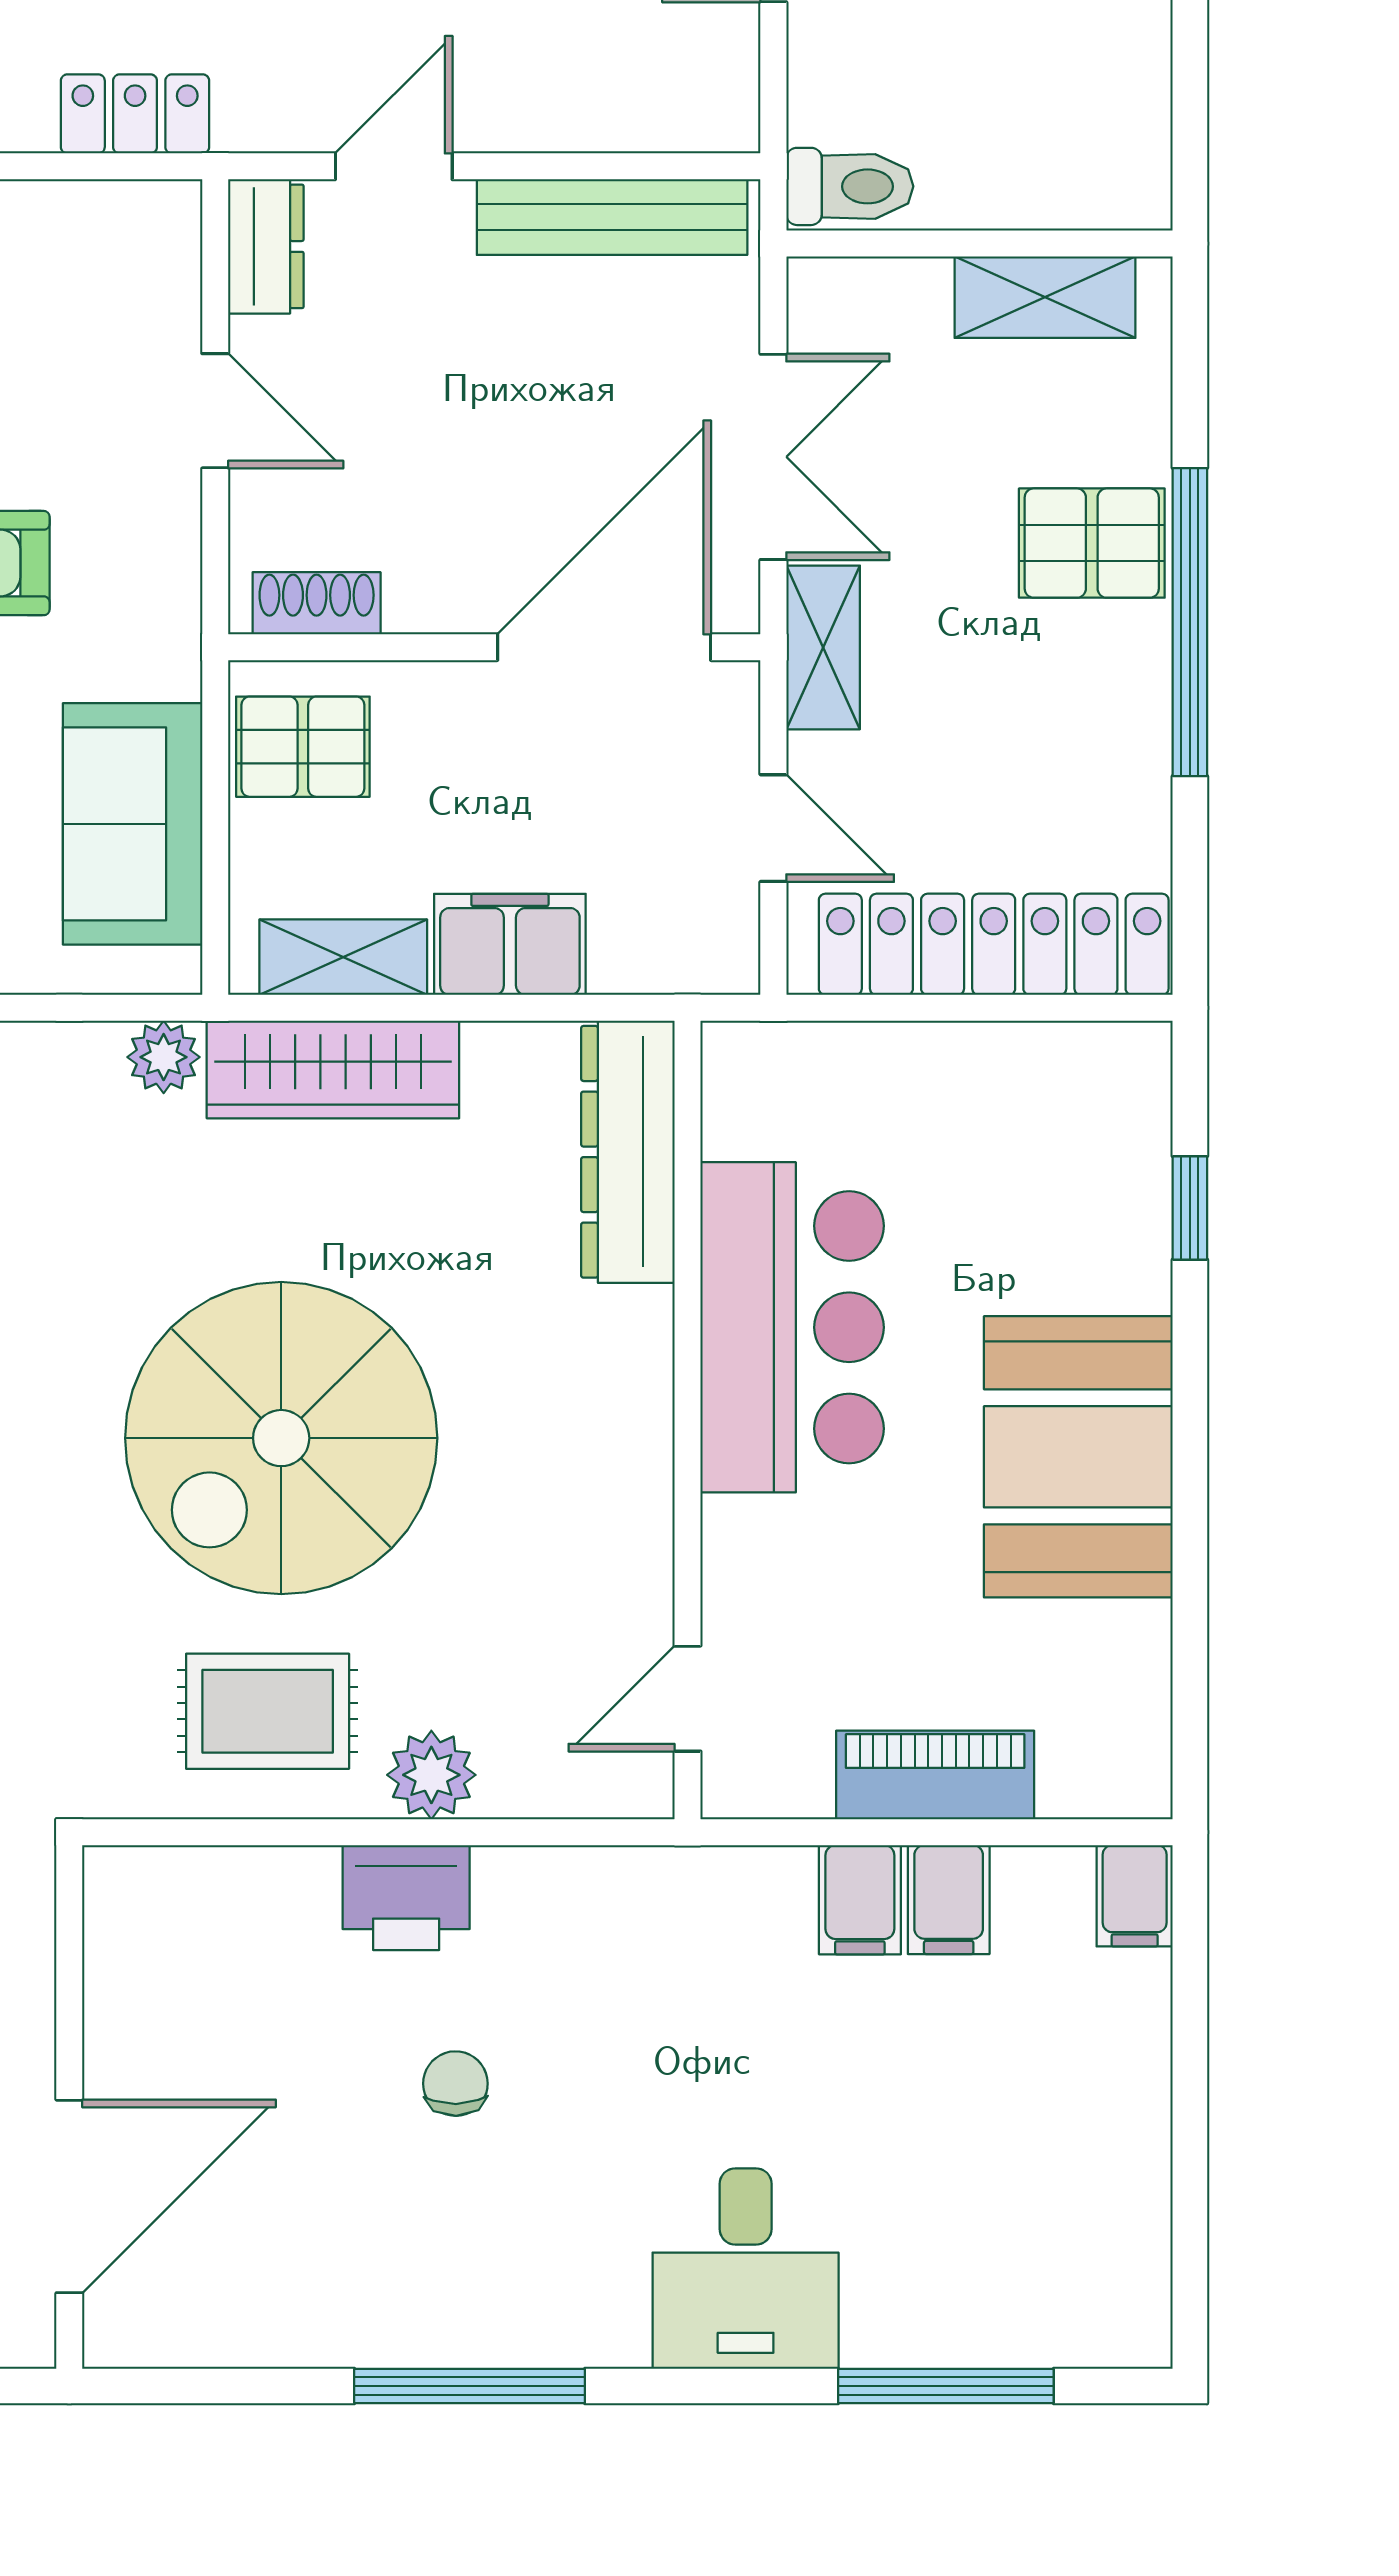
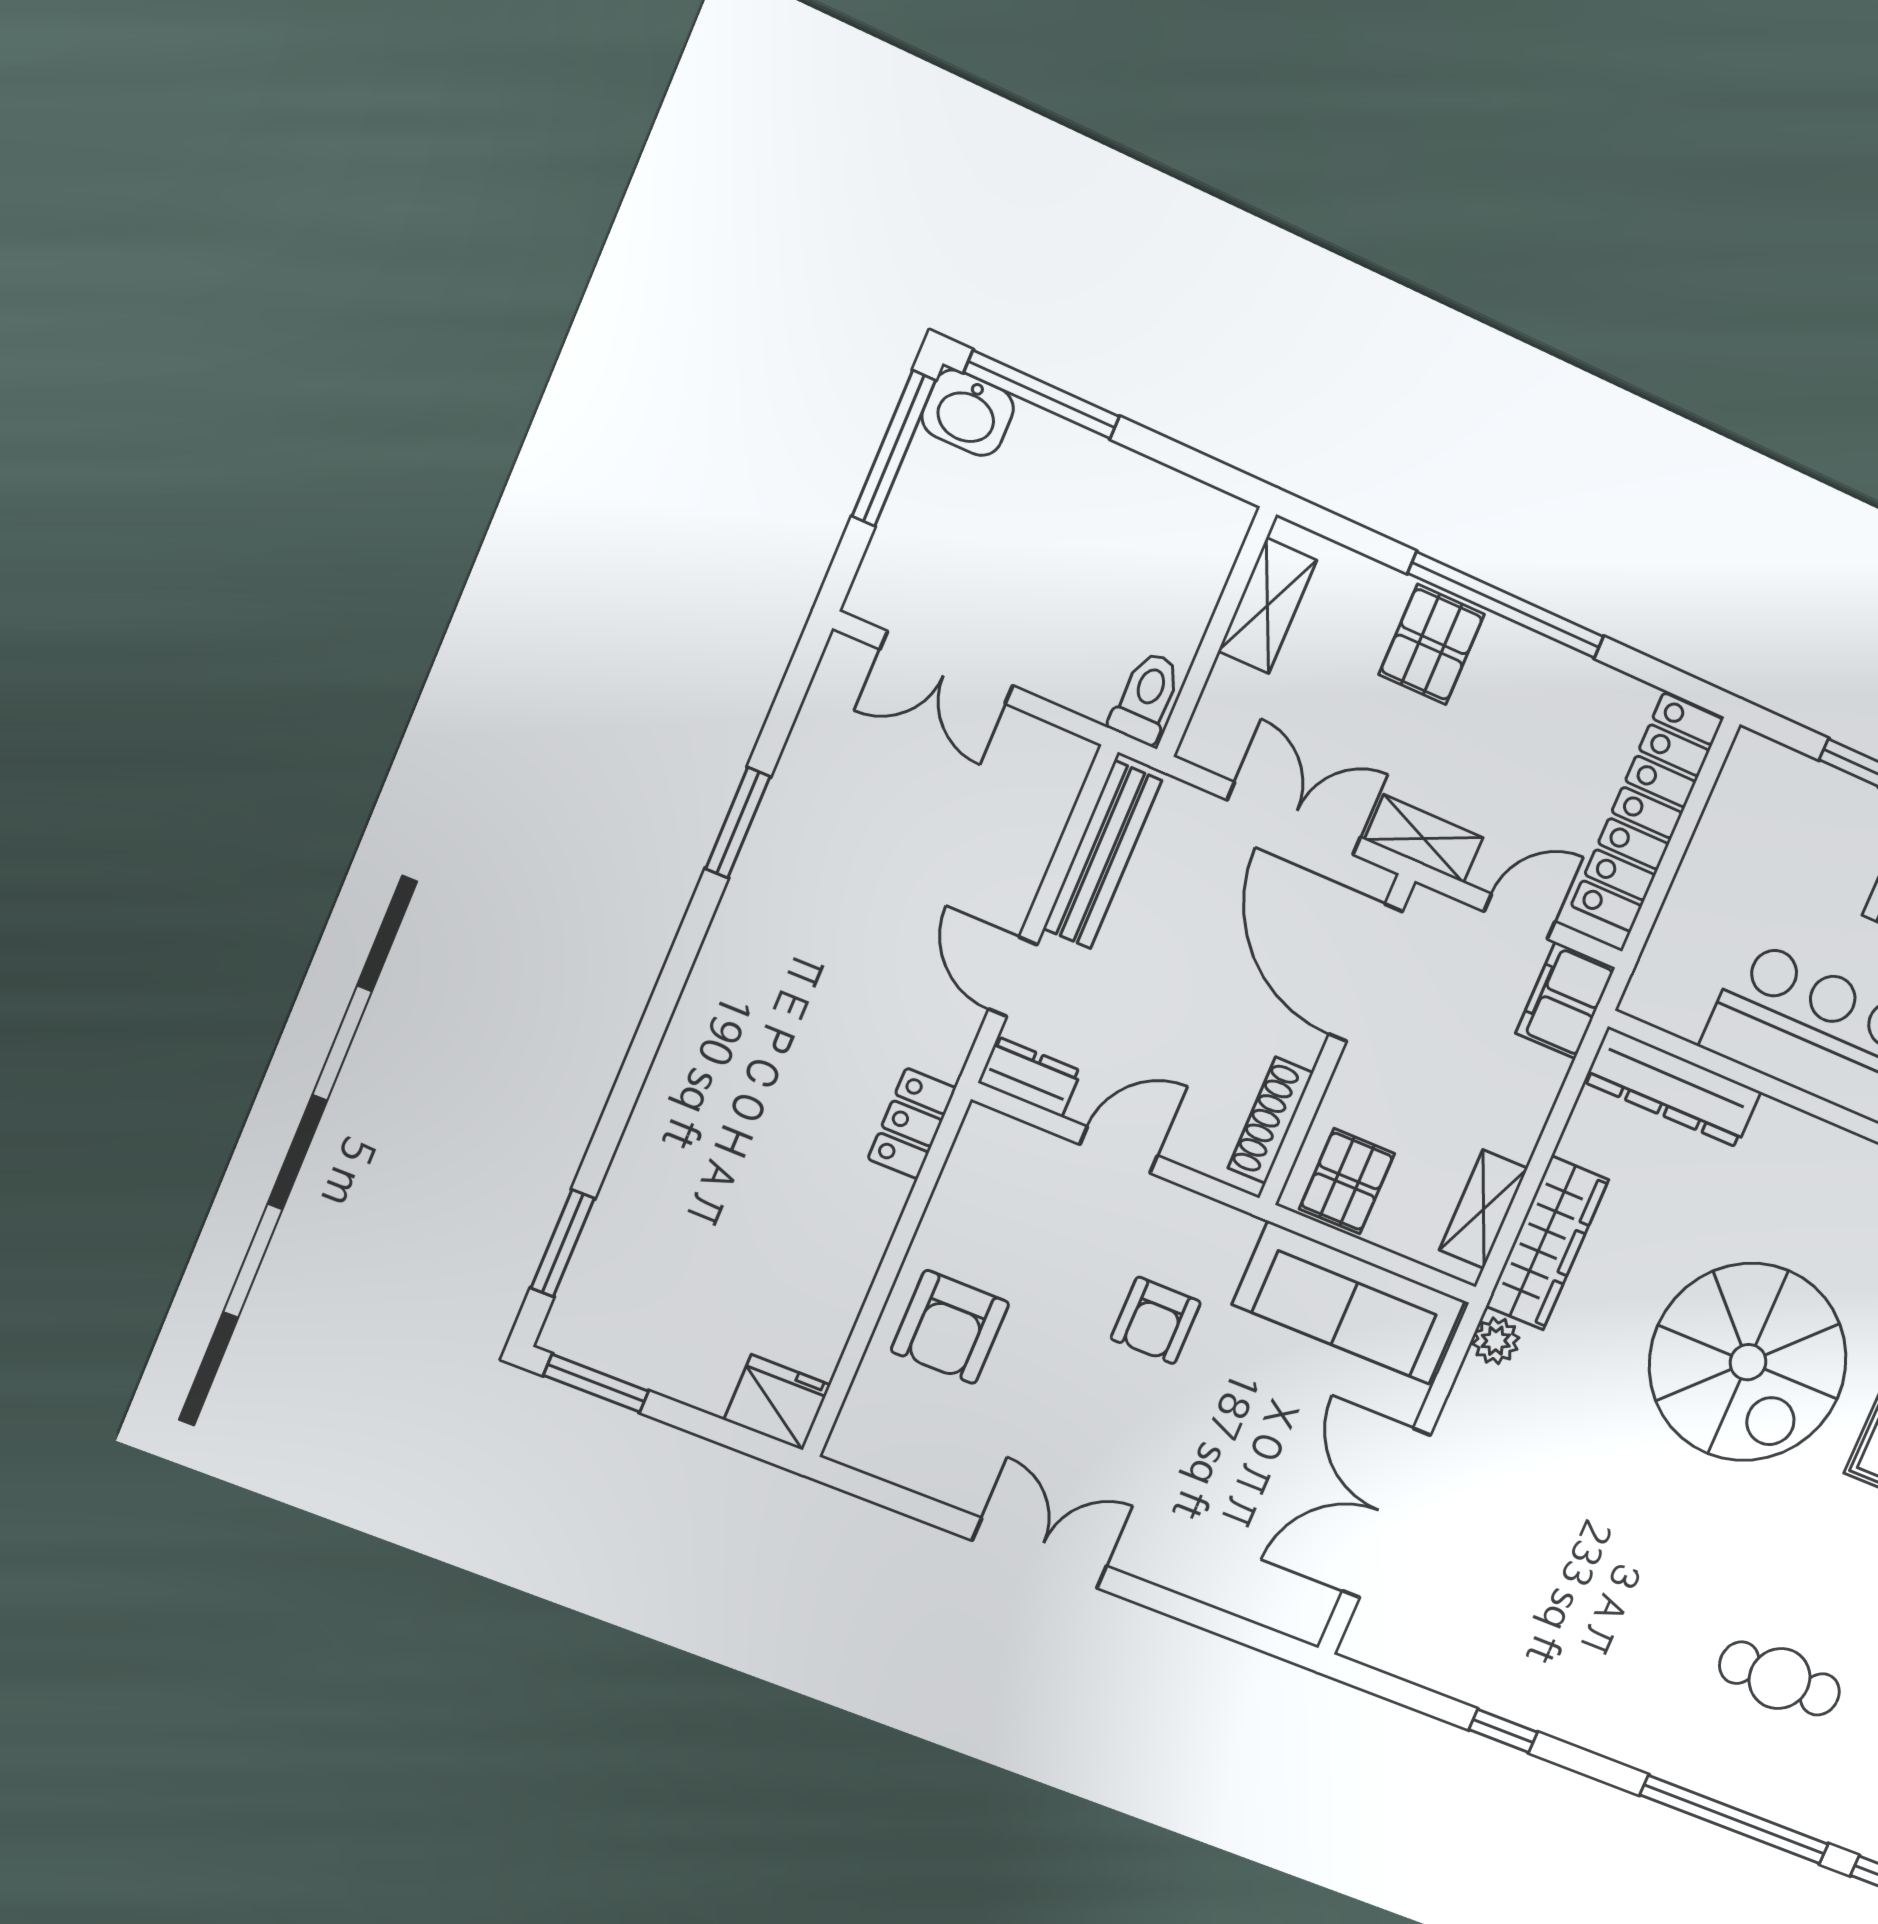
shoe rack: (317, 603) -> (1271, 1120), width x1.43
sofa: (133, 824) -> (1349, 1303), width x1.36
filing cabinet: (510, 944) -> (1565, 1000), moved

